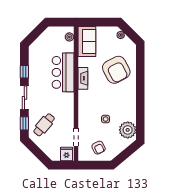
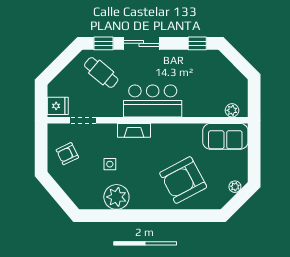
window: (24, 72) -> (197, 43), moved
bar counter: (63, 72) -> (153, 101), moved
fireplace: (83, 78) -> (134, 130), moved
plant: (128, 130) -> (116, 197), moved

